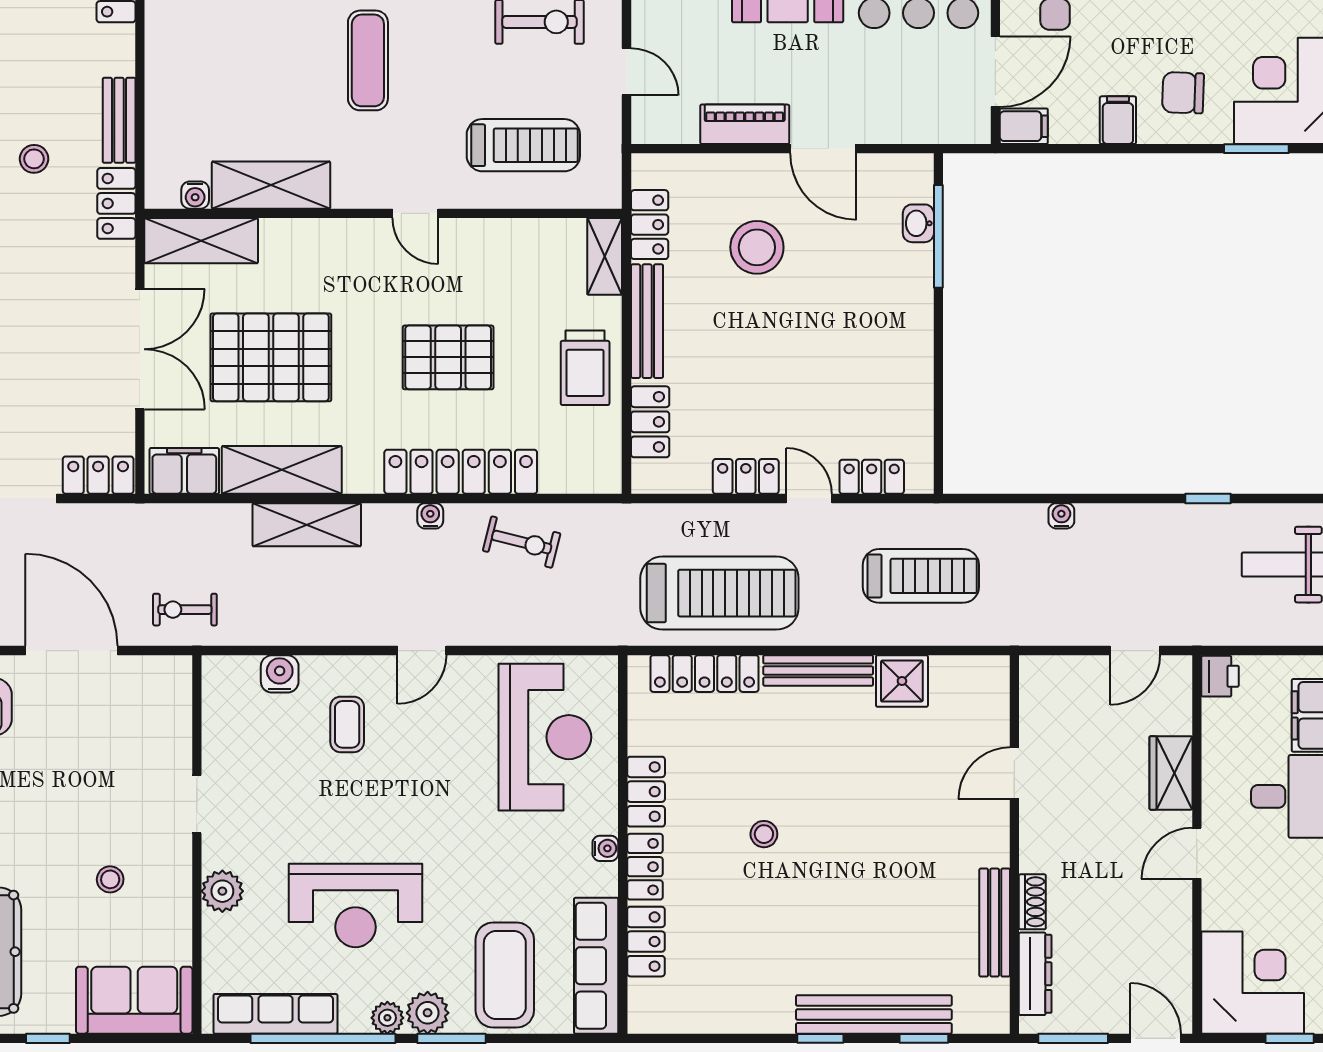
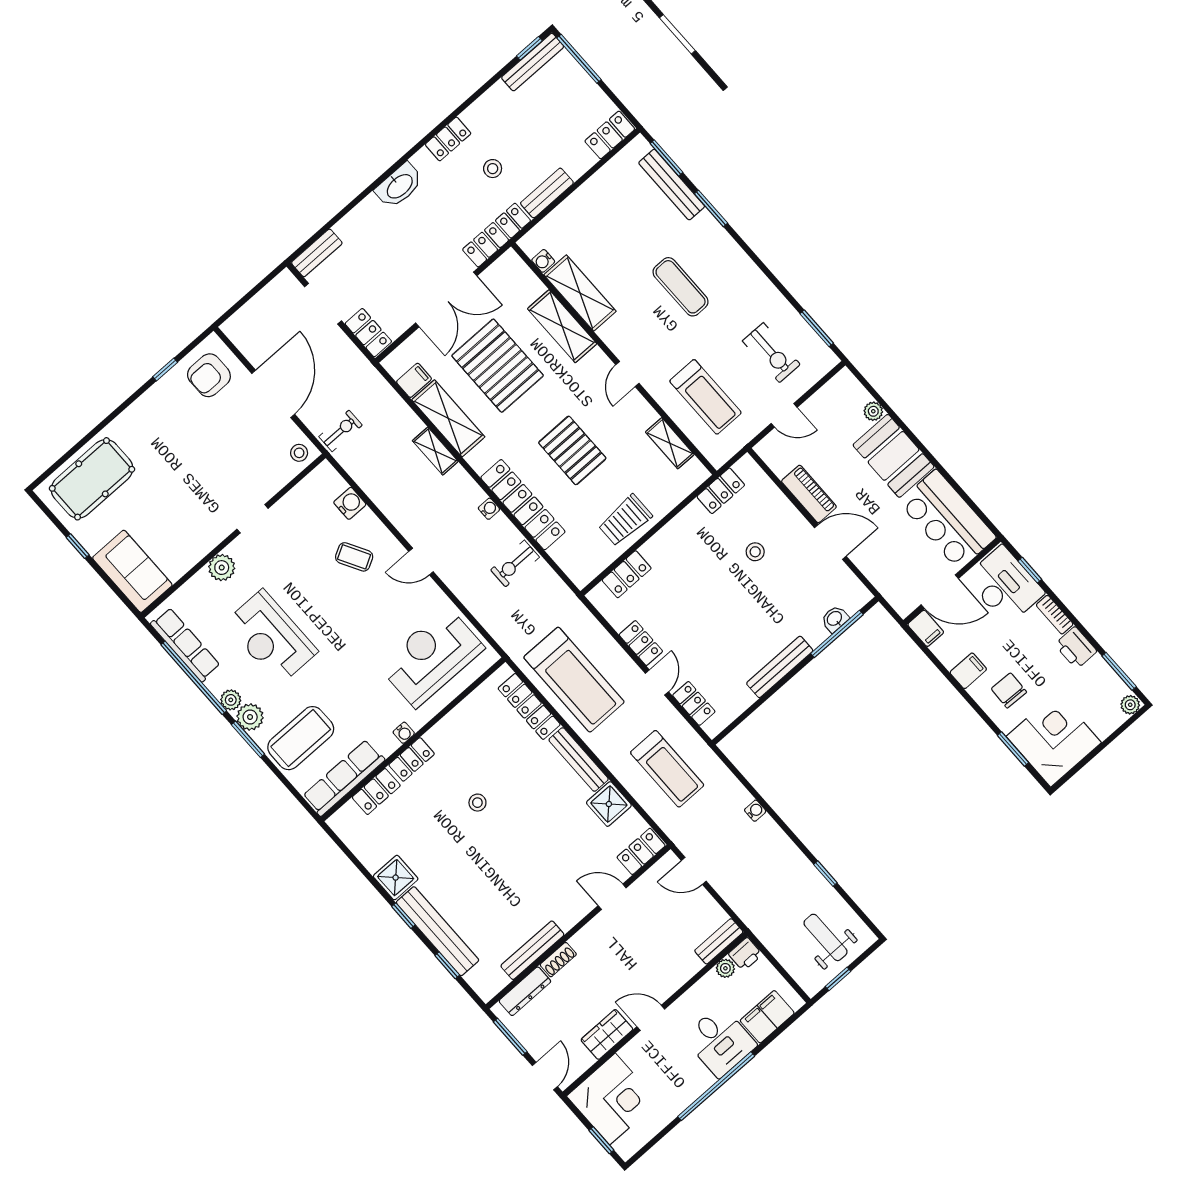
exercise mat: (368, 60) -> (681, 287), turned 90
door: (627, 72) -> (784, 415), hinge flipped
door: (823, 149) -> (830, 542), swing flipped
locker: (116, 203) -> (497, 235), width x1.53
shelving: (201, 241) -> (562, 326), moved
stool: (757, 247) -> (755, 552), width x0.53, depth x0.53
shelving: (605, 256) -> (670, 443), moved, turned 90
bench: (647, 321) -> (780, 667), moved
filing cabinet: (184, 471) -> (414, 380), width x0.50
shelving: (307, 525) -> (435, 451), width x0.67, depth x0.75
exercise bike: (522, 542) -> (515, 563), turned 76
exercise bike: (185, 610) -> (341, 431), turned 90
door: (1135, 651) -> (694, 871), moved
bench: (1177, 694) -> (719, 941), added
plant: (1216, 714) -> (725, 968), added
coffee table: (347, 724) -> (354, 557), turned 61
reception desk: (545, 737) -> (431, 657), turned 180
wardrobe: (1171, 773) -> (607, 1034), moved
locker: (646, 792) -> (641, 851), moved, turned 180
stool: (110, 879) -> (299, 453), moved
shower: (767, 1008) -> (396, 878), added

